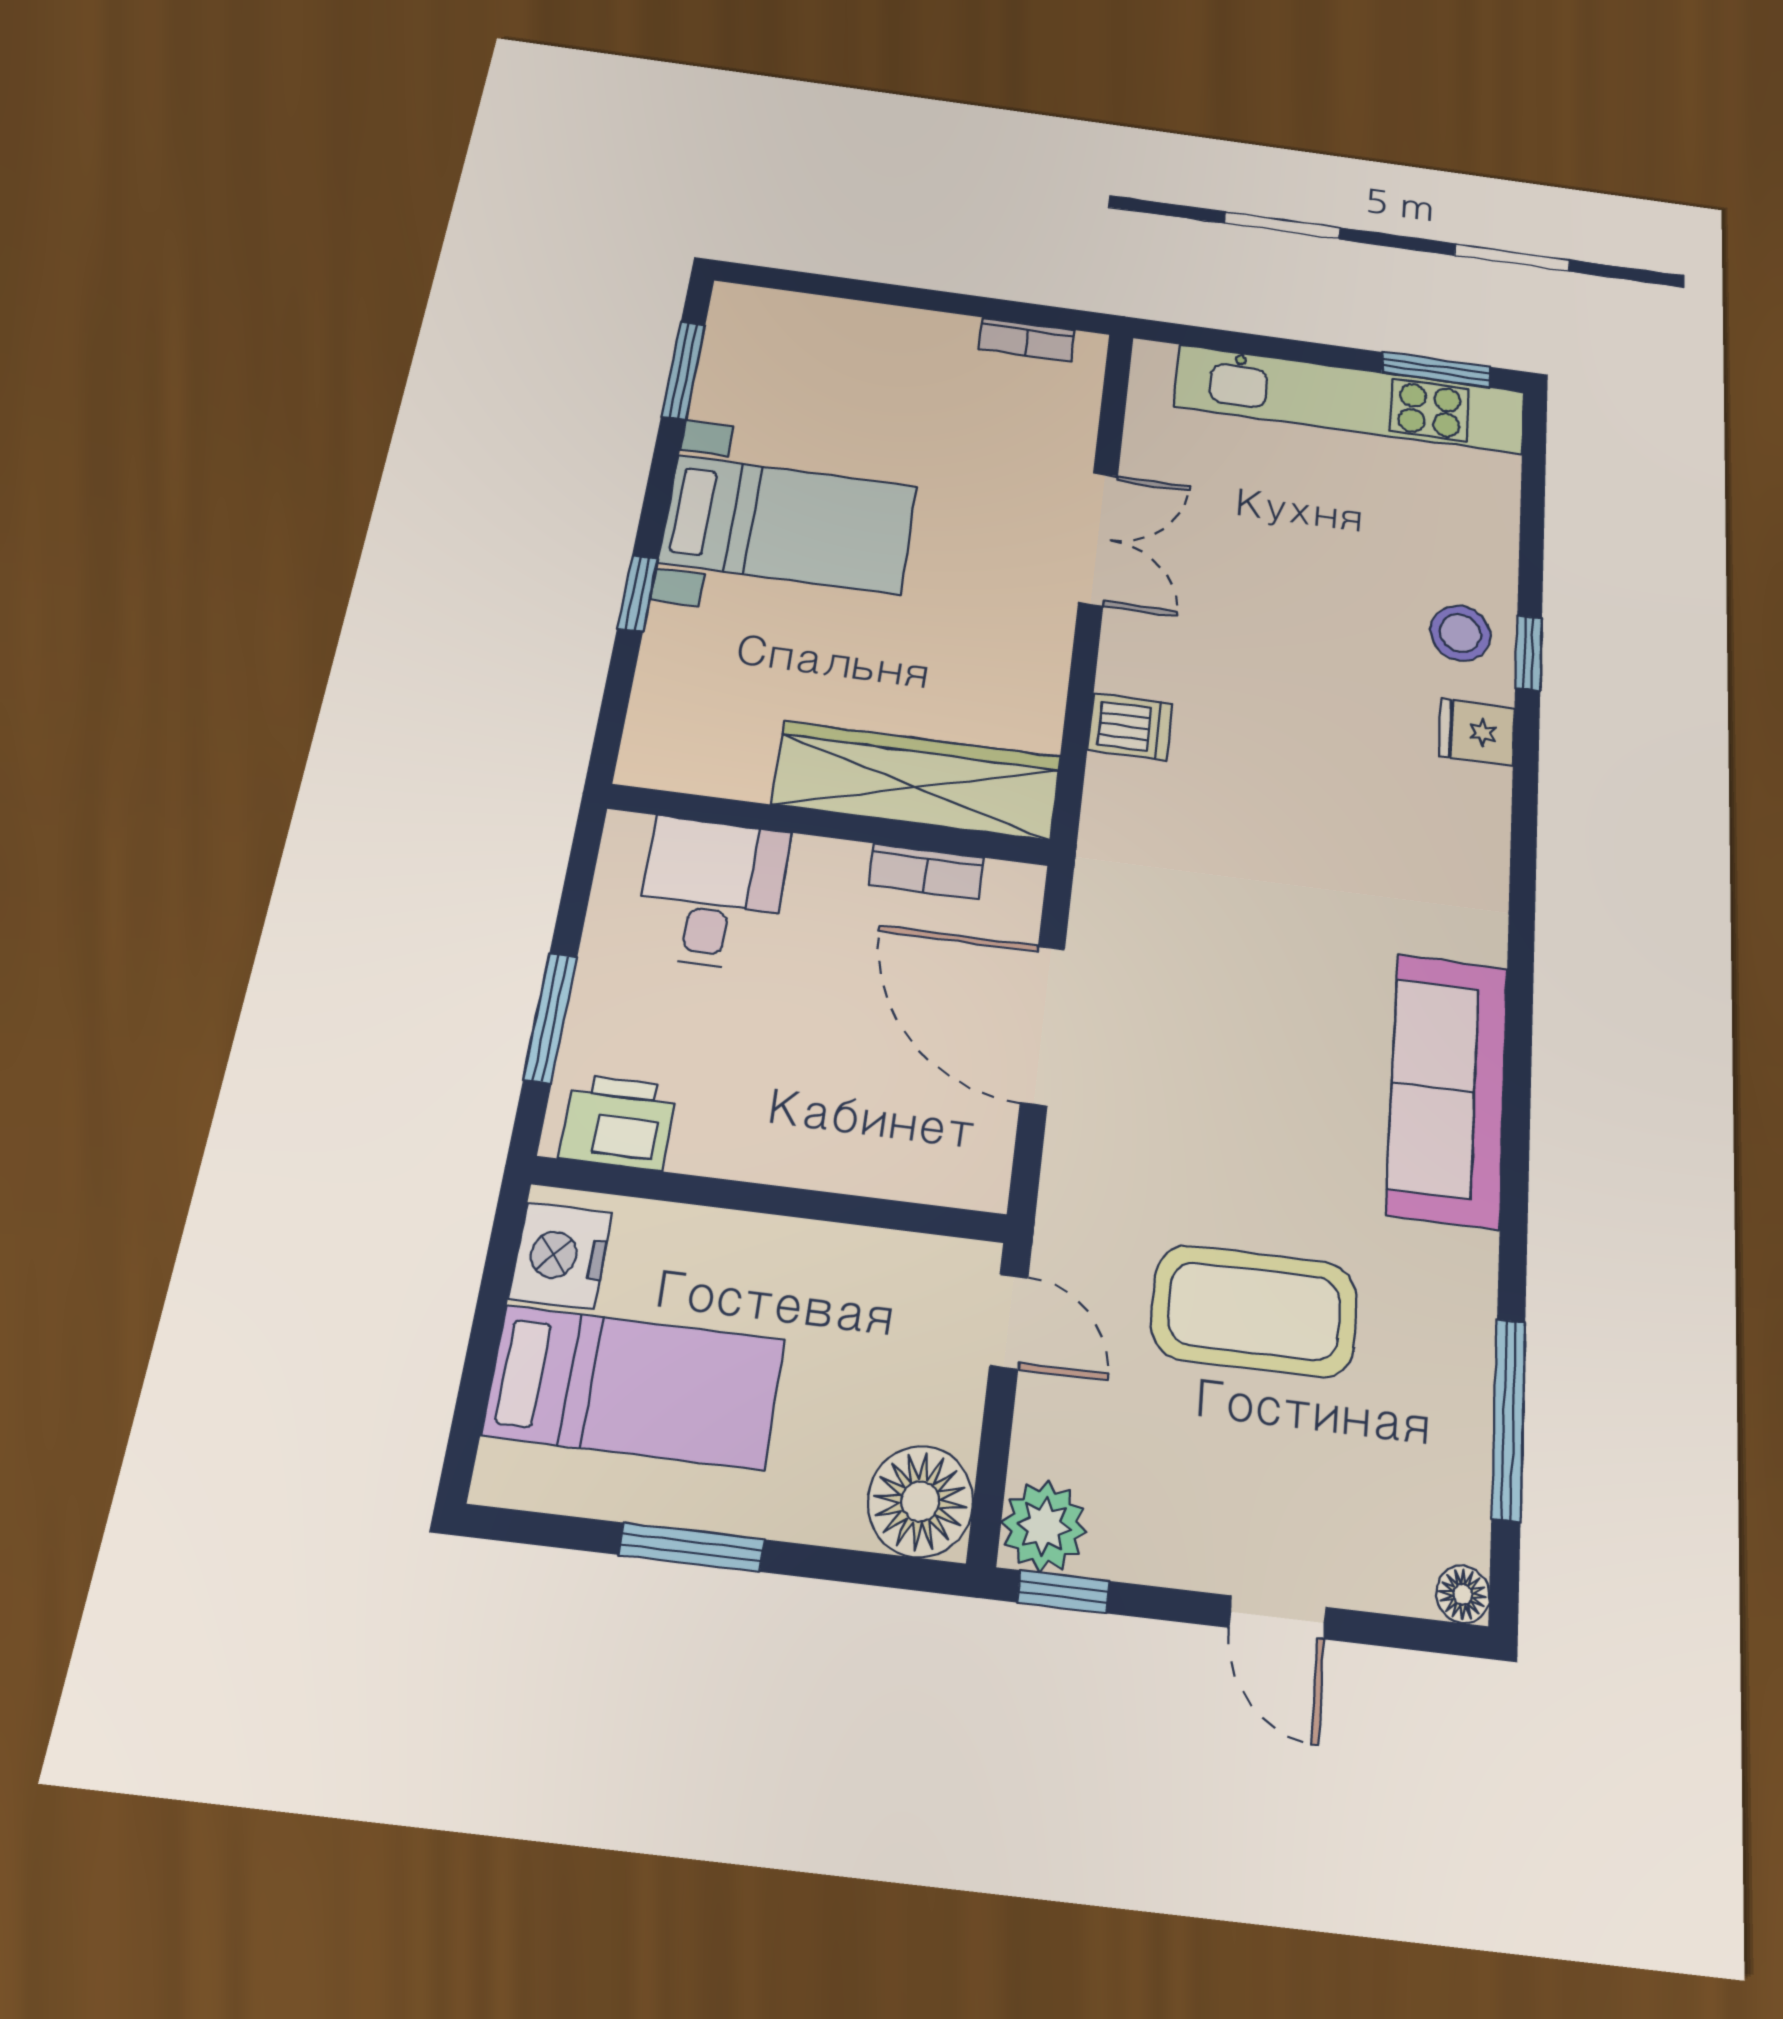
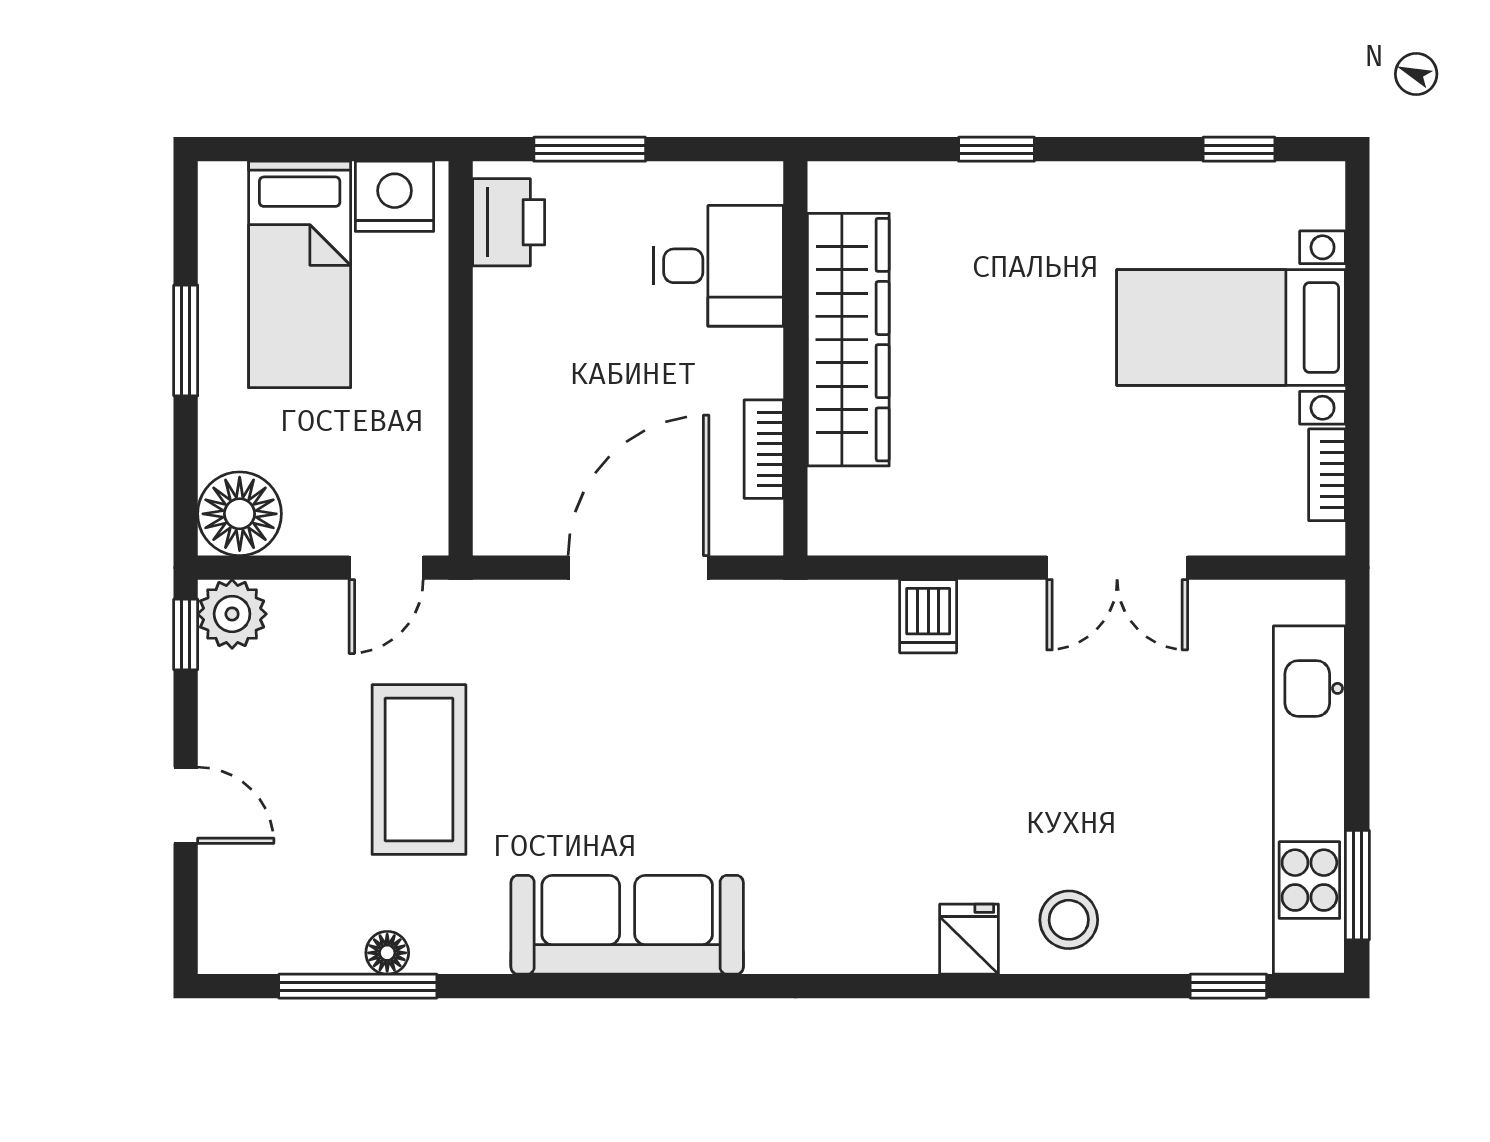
window: (683, 371) -> (1239, 149), width x0.67
bed with nightstands: (789, 524) -> (1231, 328), moved, turned 90
window: (1529, 653) -> (1228, 986), moved
wardrobe: (917, 781) -> (848, 340), moved
floor lamp: (1463, 1594) -> (387, 953), moved
door: (1277, 1617) -> (186, 805), swing flipped

